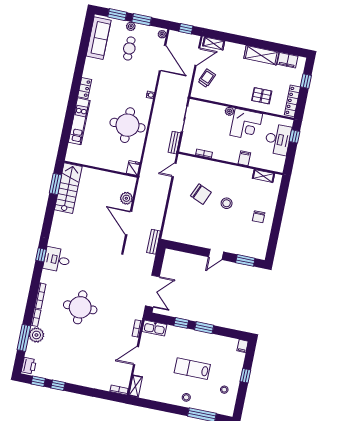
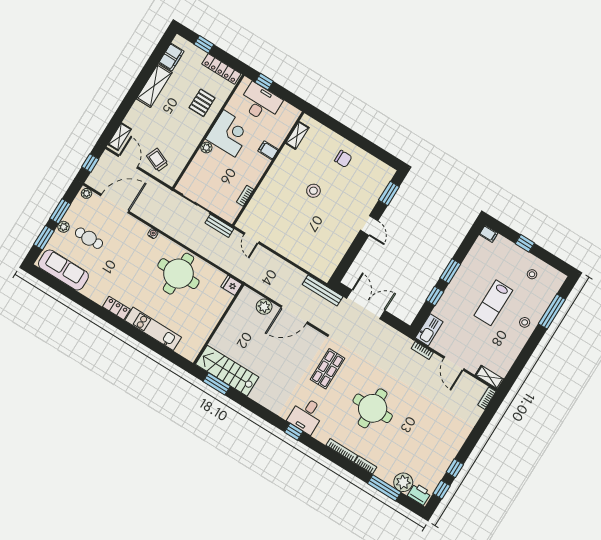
chair: (201, 194) -> (292, 217), removed
bench: (154, 242) -> (323, 291), width x1.36
shop shelf: (97, 263) -> (327, 369), added
double door: (152, 291) -> (366, 304), moved
plant: (36, 335) -> (403, 482), moved

